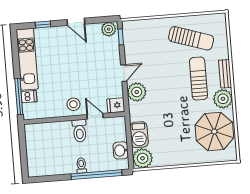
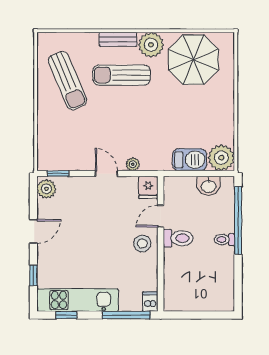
sun lounger: (191, 38) -> (67, 81), turned 139
window: (15, 52) -> (66, 315), added
plant: (137, 92) -> (133, 164), width x0.53, depth x0.53
dishwasher: (29, 97) -> (150, 302), moved

